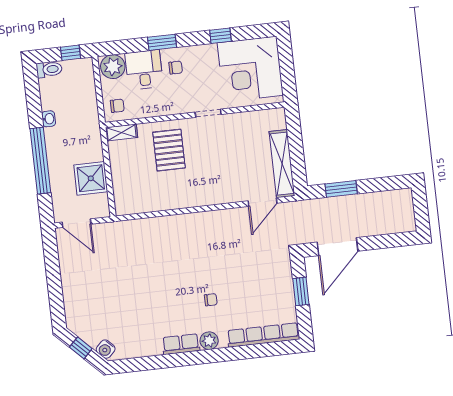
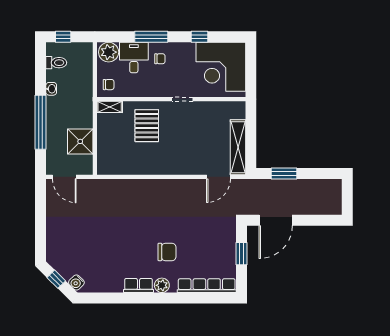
window: (162, 42) -> (151, 37), width x1.44
window: (71, 53) -> (63, 37), moved
toilet: (49, 69) -> (56, 63), moved
chair: (211, 300) -> (167, 252), width x1.87, depth x1.87

